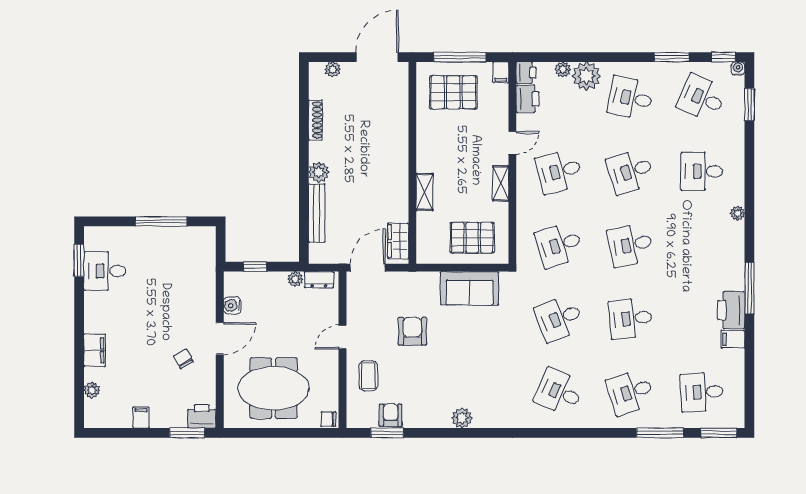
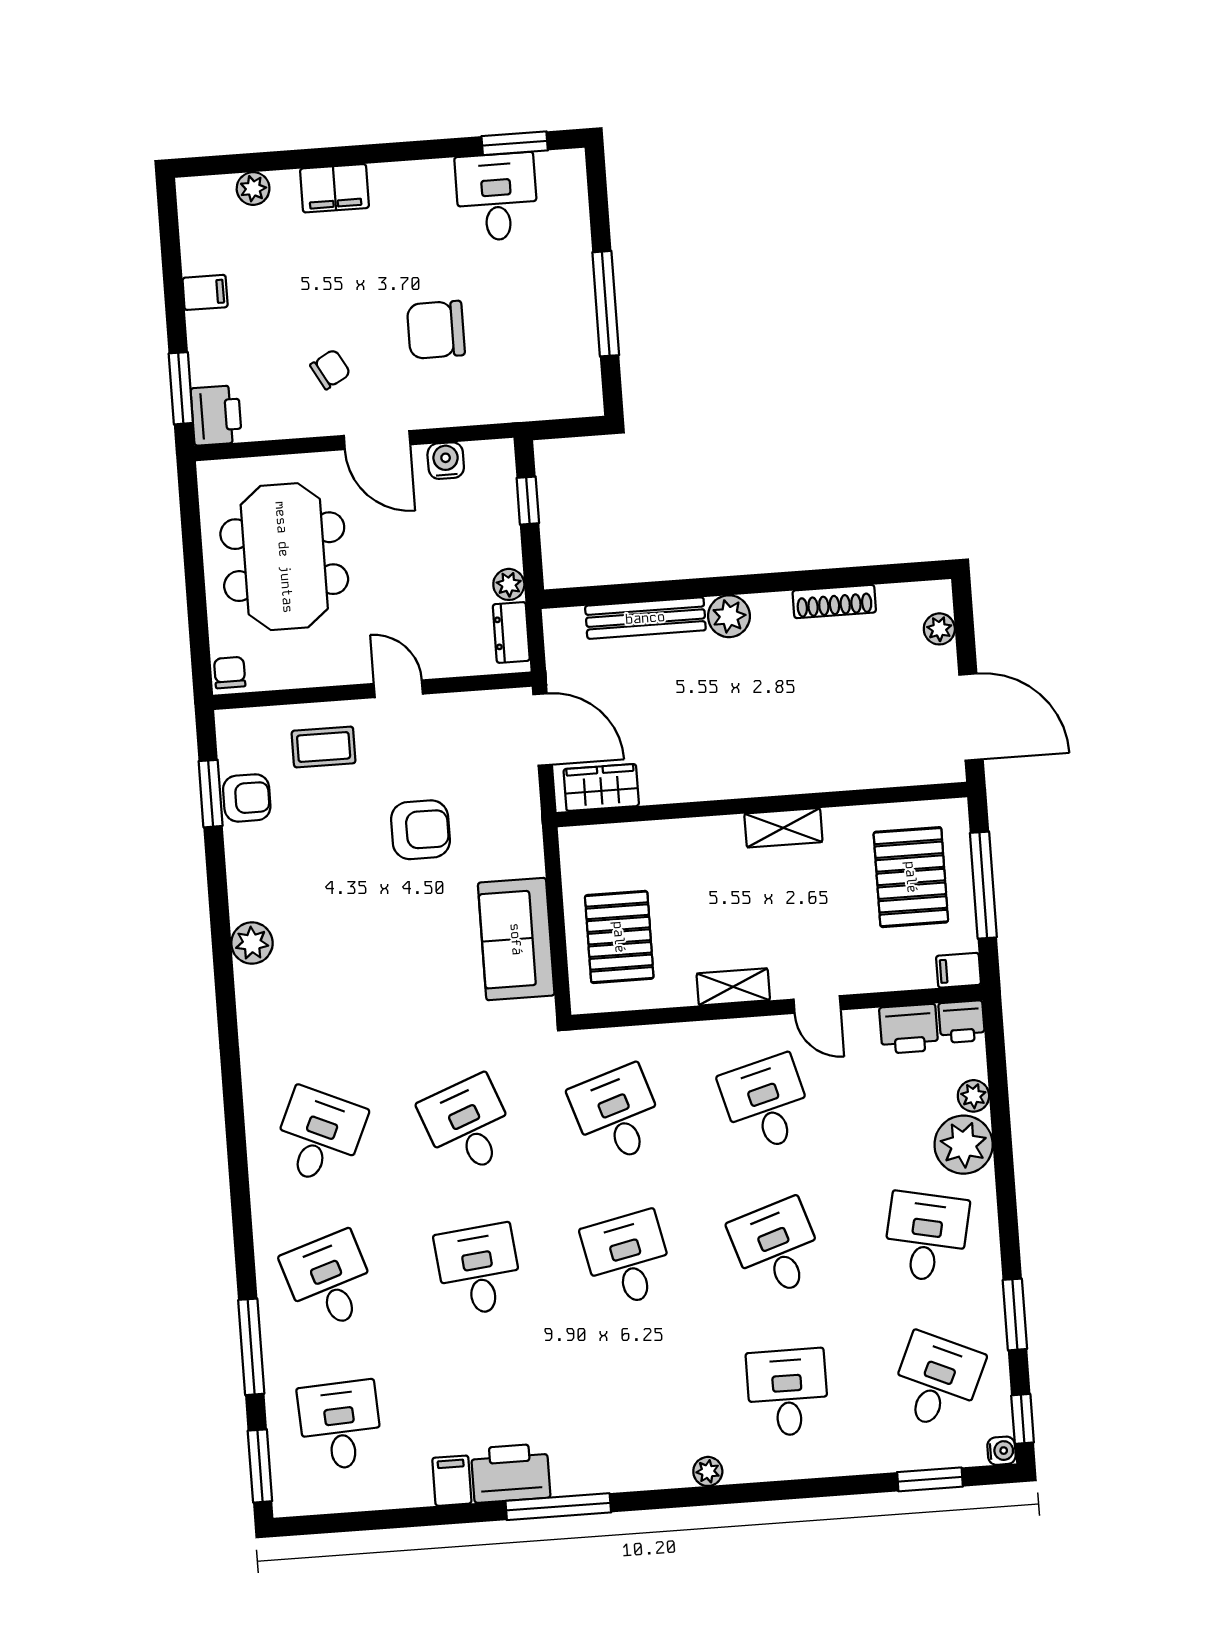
shelving: (425, 192) -> (783, 828), moved
chair: (168, 306) -> (436, 330), added

